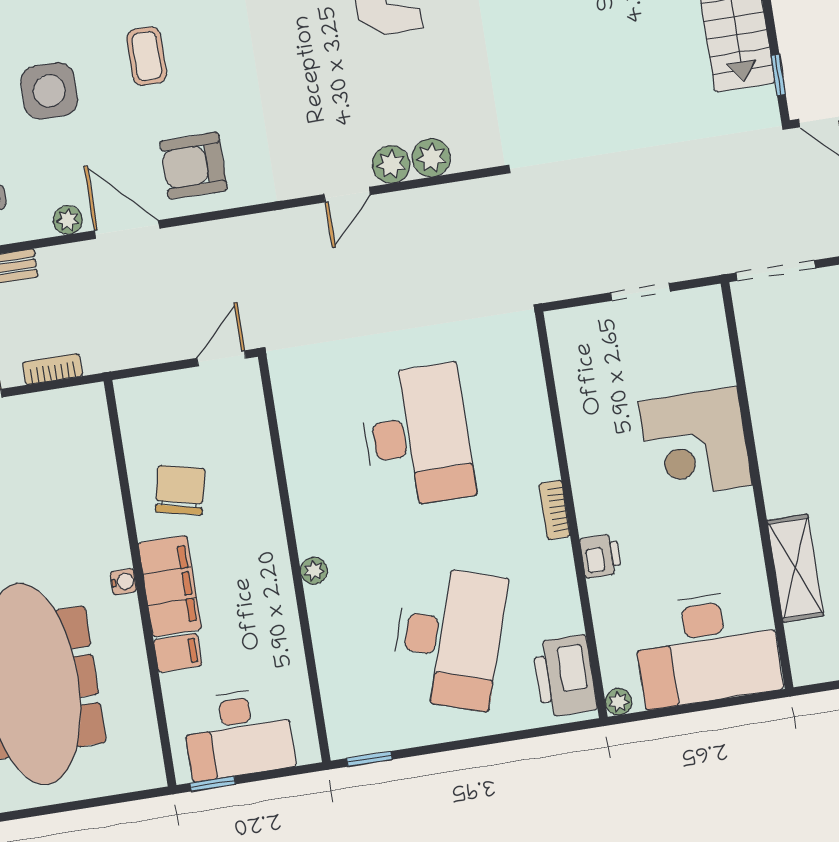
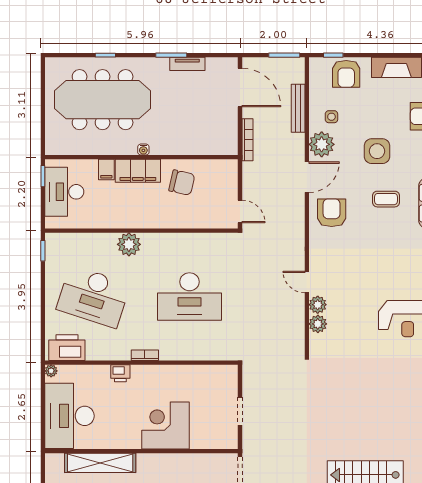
plant: (68, 220) -> (322, 144), width x1.87, depth x1.87
bookcase: (52, 369) -> (247, 140), width x1.56
shelving: (795, 568) -> (100, 463), width x1.47
plant: (314, 571) -> (129, 244), width x1.87, depth x1.87

